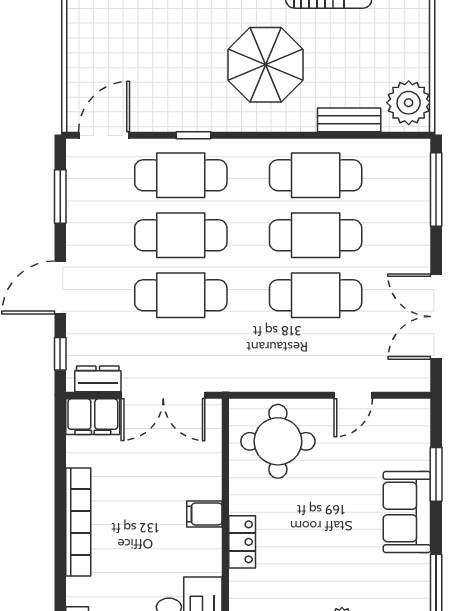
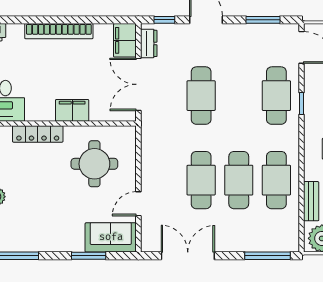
cafe table: (181, 235) -> (239, 96), removed
door: (353, 395) -> (138, 204), hinge flipped
round table: (278, 441) -> (94, 164), moved
sofa: (407, 512) -> (111, 237), moved
filing cabinet: (204, 514) -> (72, 110), width x2.00
locker: (242, 542) -> (38, 134), width x1.53

